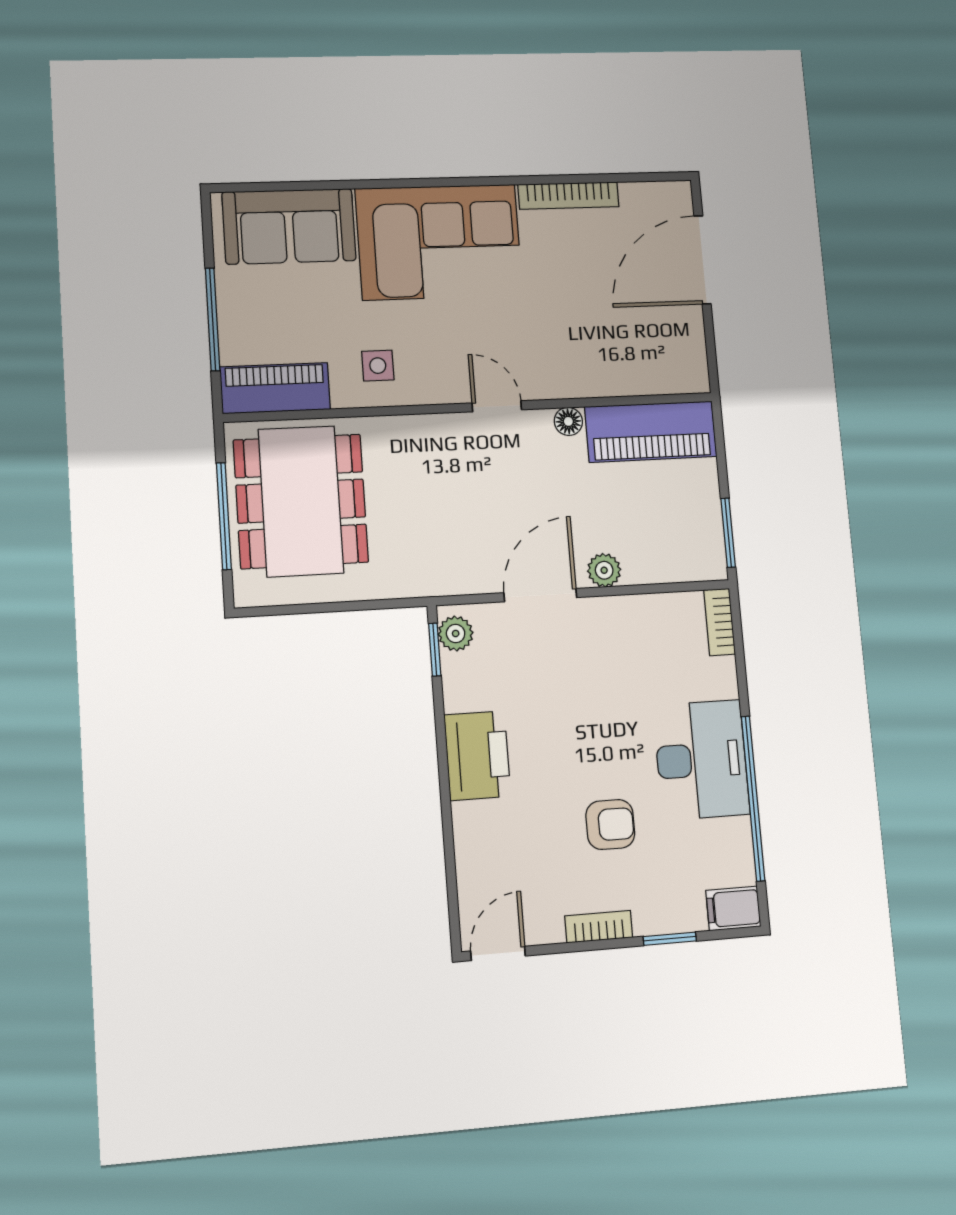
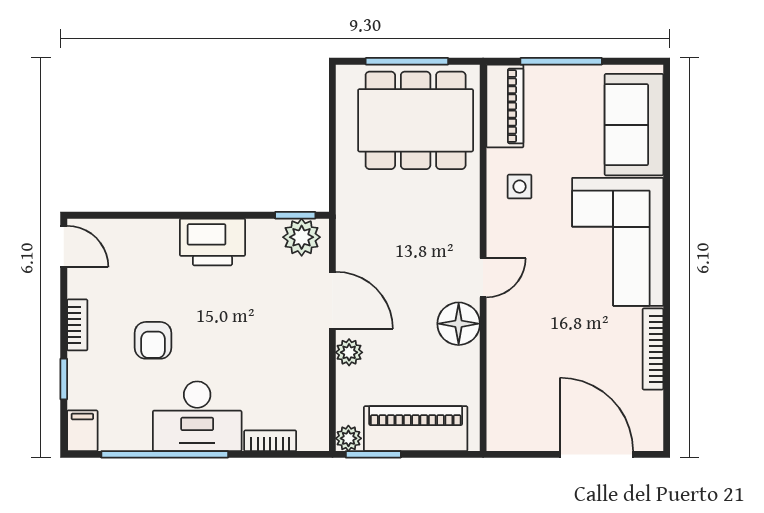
floor lamp: (568, 421) -> (459, 324), width x1.89, depth x1.89
piano: (651, 432) -> (416, 429), moved, turned 90
plant: (711, 565) -> (348, 438), added
bookcase: (719, 622) -> (270, 441), moved
plant: (456, 634) -> (302, 237), width x1.38, depth x1.38

